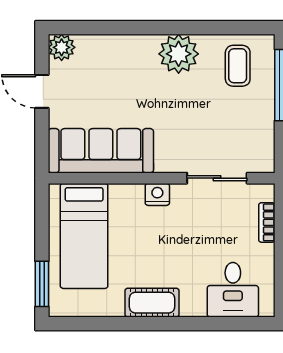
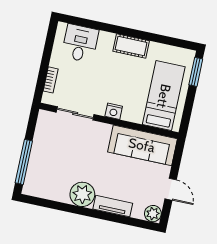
tv unit: (127, 46) -> (113, 206), added
coffee table: (238, 66) -> (48, 179), removed

